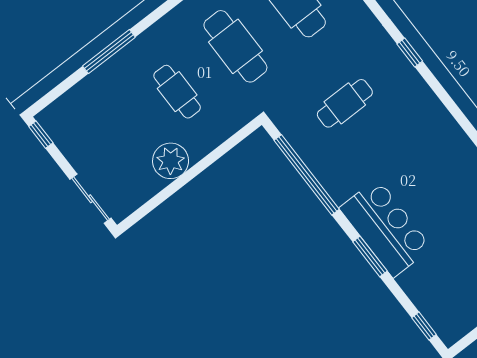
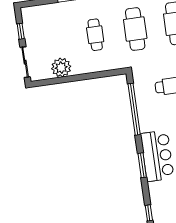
window: (41, 135) -> (21, 31), moved
plant: (171, 161) -> (61, 68), moved

